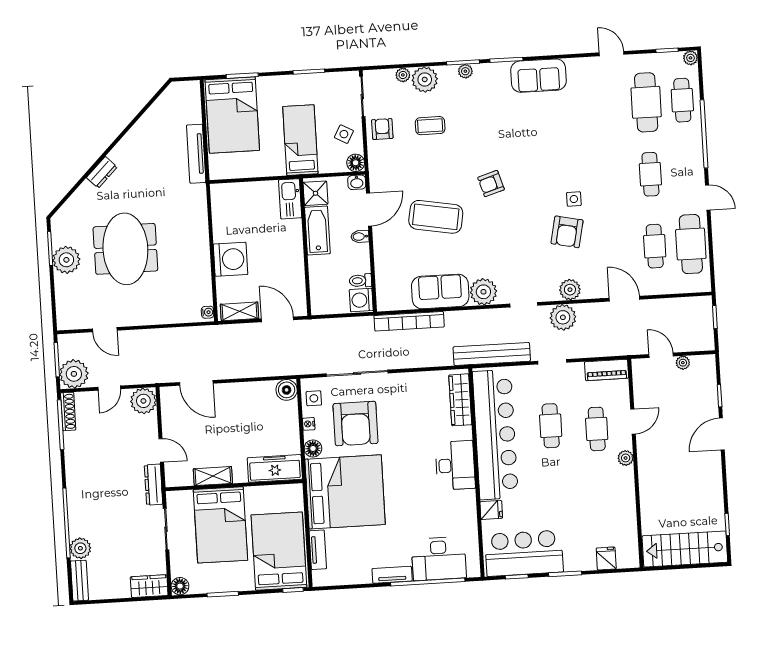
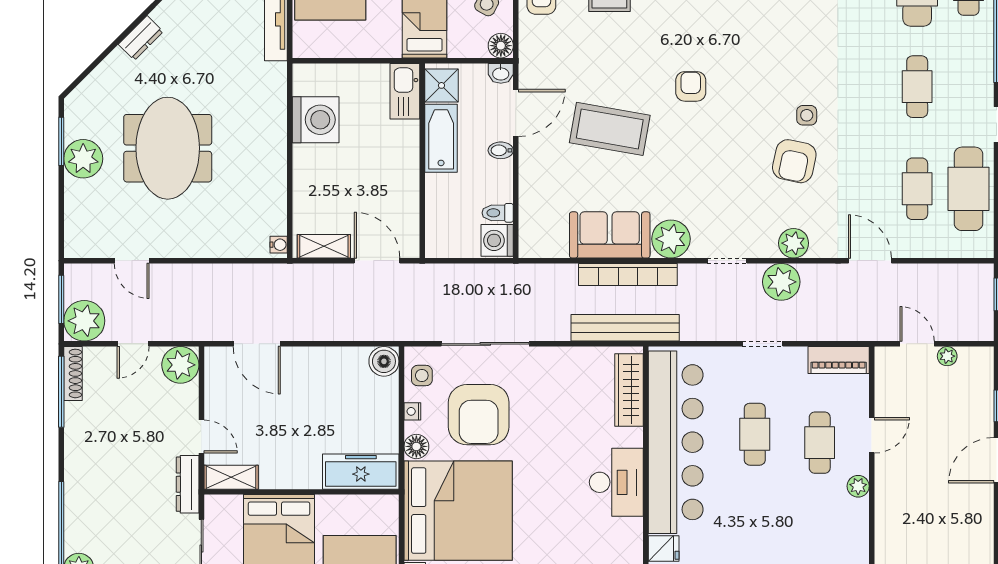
armchair: (491, 184) -> (691, 86), turned 107
washing machine: (231, 259) -> (316, 120), moved
bookcase: (409, 321) -> (628, 274), moved
bench: (492, 354) -> (625, 328), moved
shelving: (213, 476) -> (231, 477), moved

